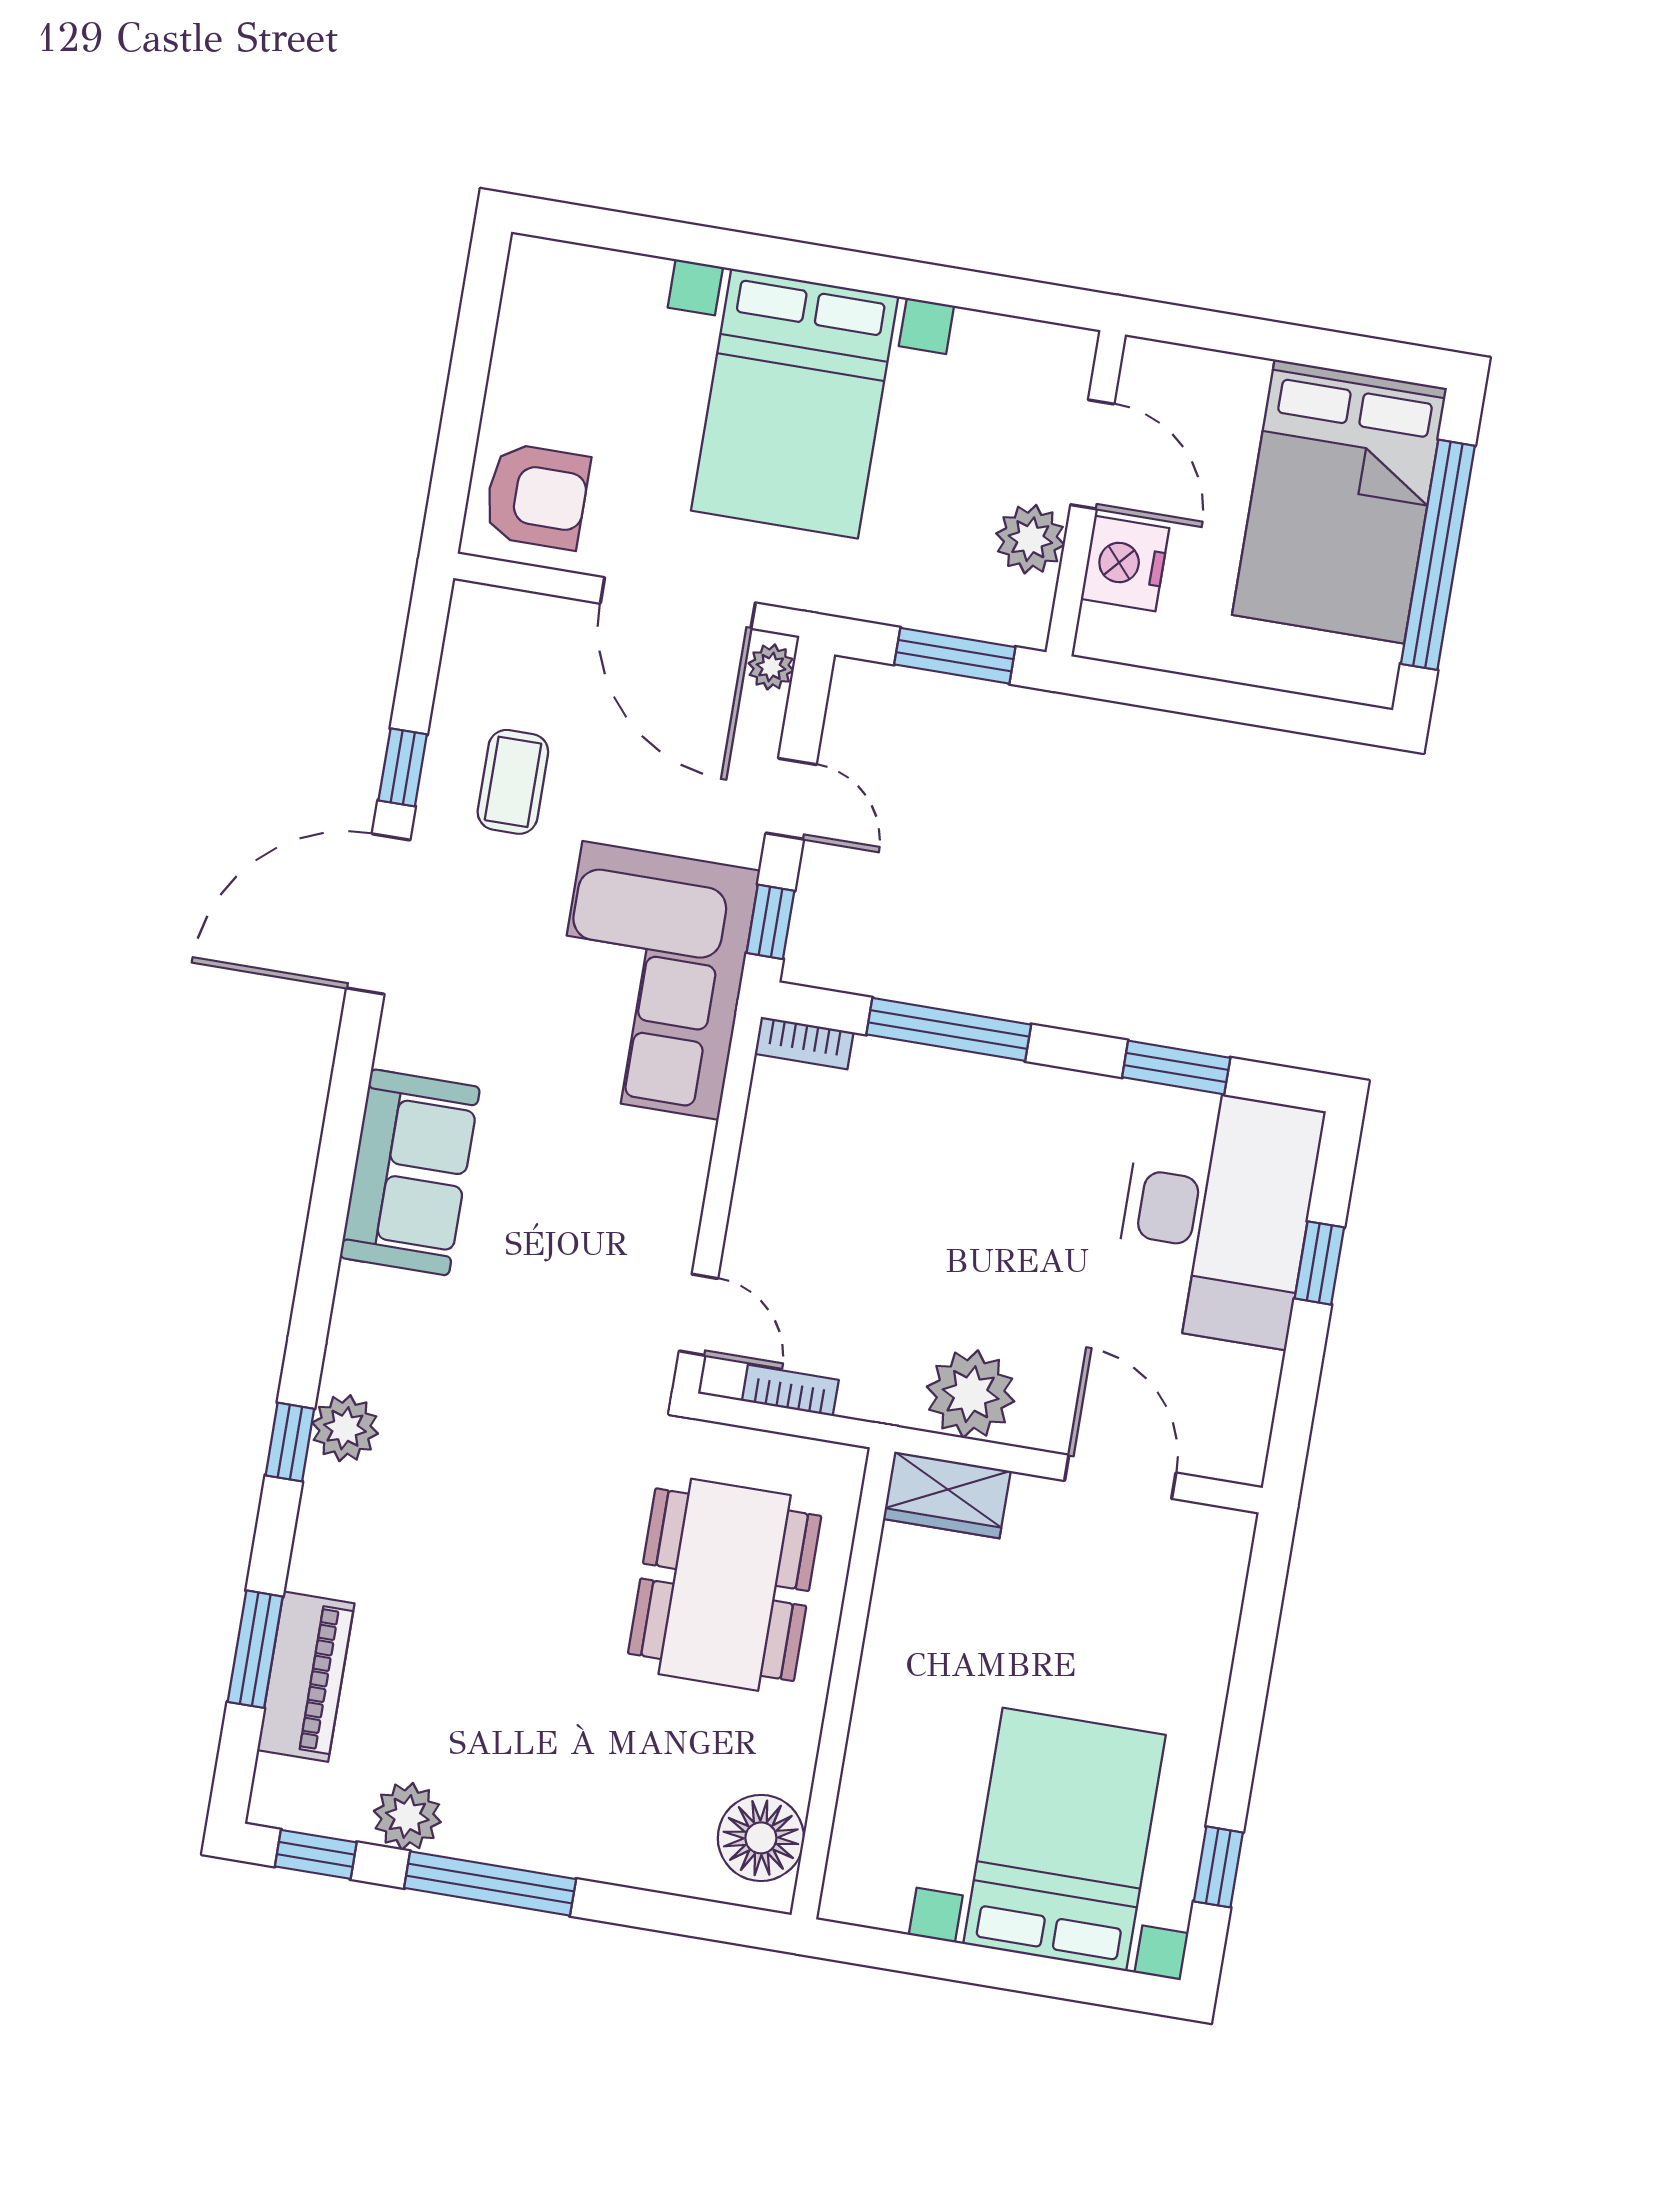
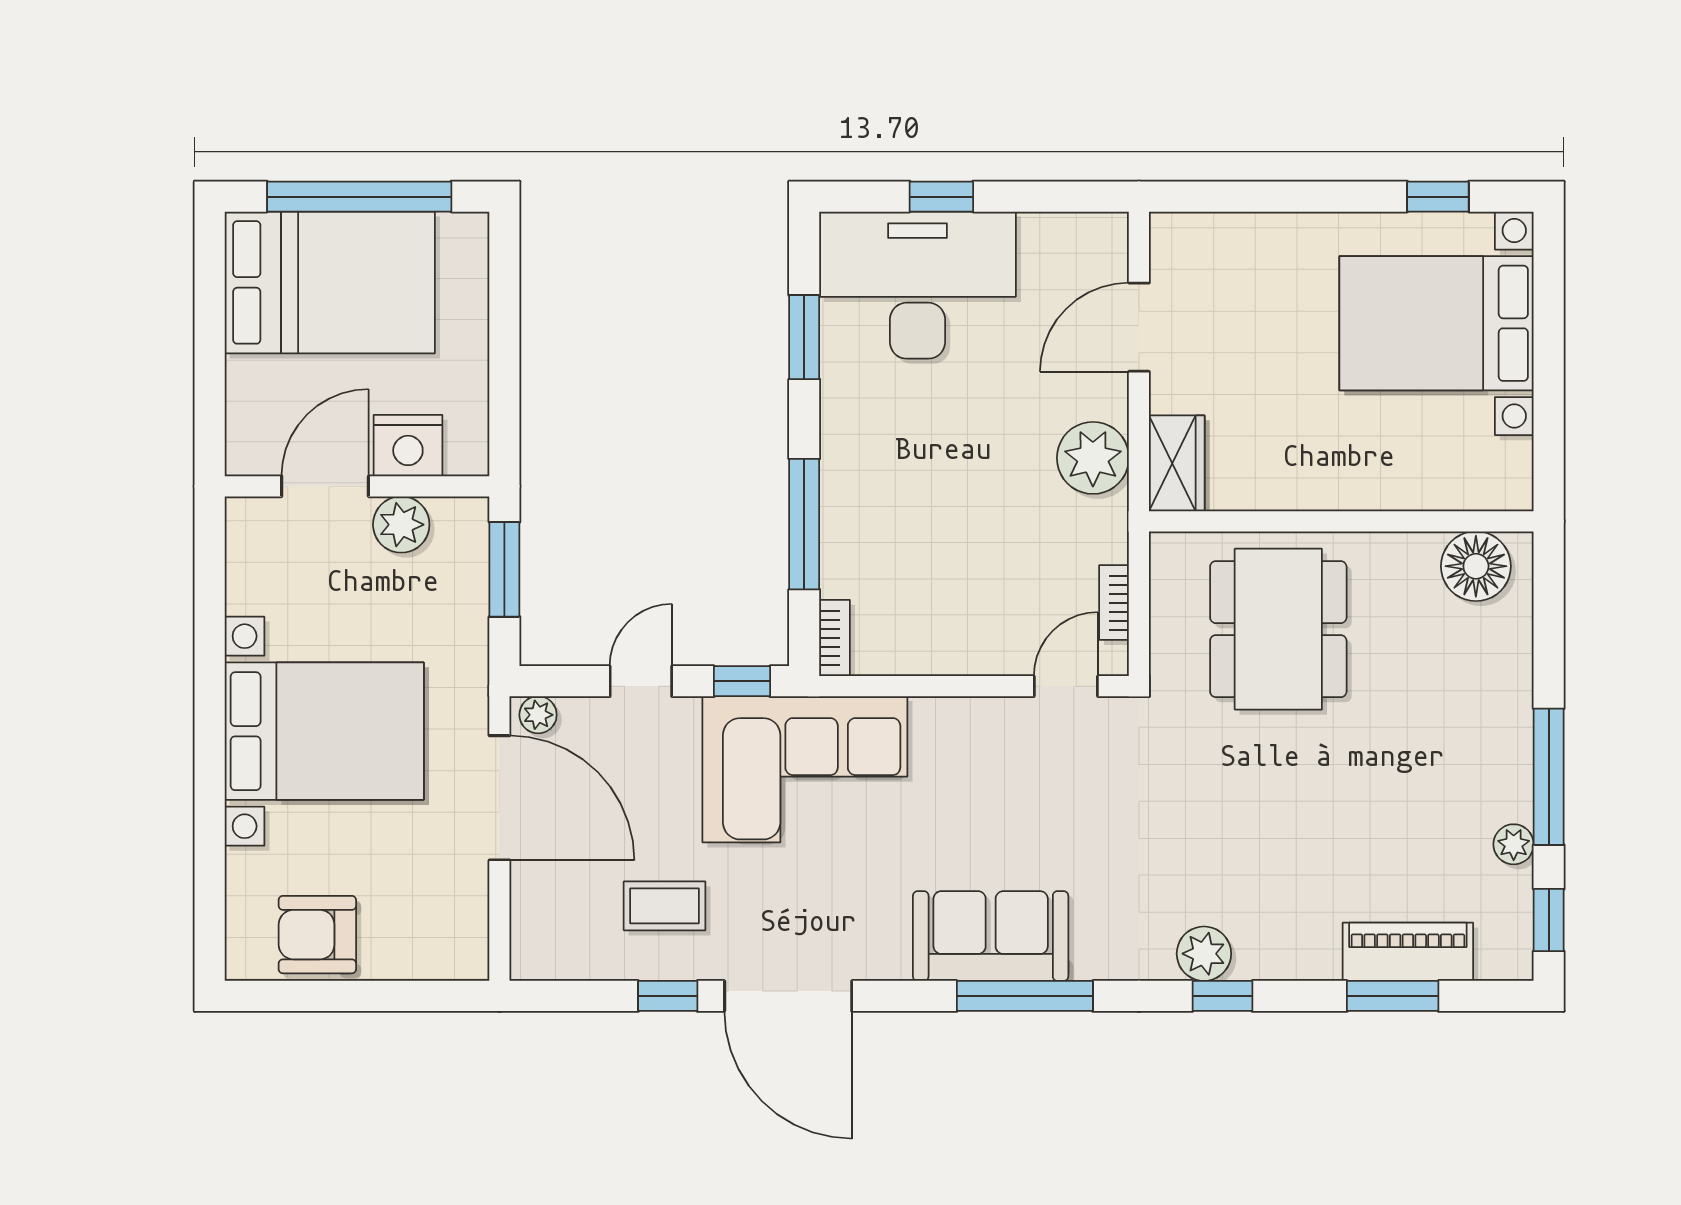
armchair: (537, 496) -> (317, 935), moved, turned -90
door: (678, 603) -> (499, 798), hinge flipped
window: (330, 1202) -> (1025, 996), added
dining table: (725, 1585) -> (1278, 629), turned 90
plant: (407, 1816) -> (1514, 844), width x0.73, depth x0.73

